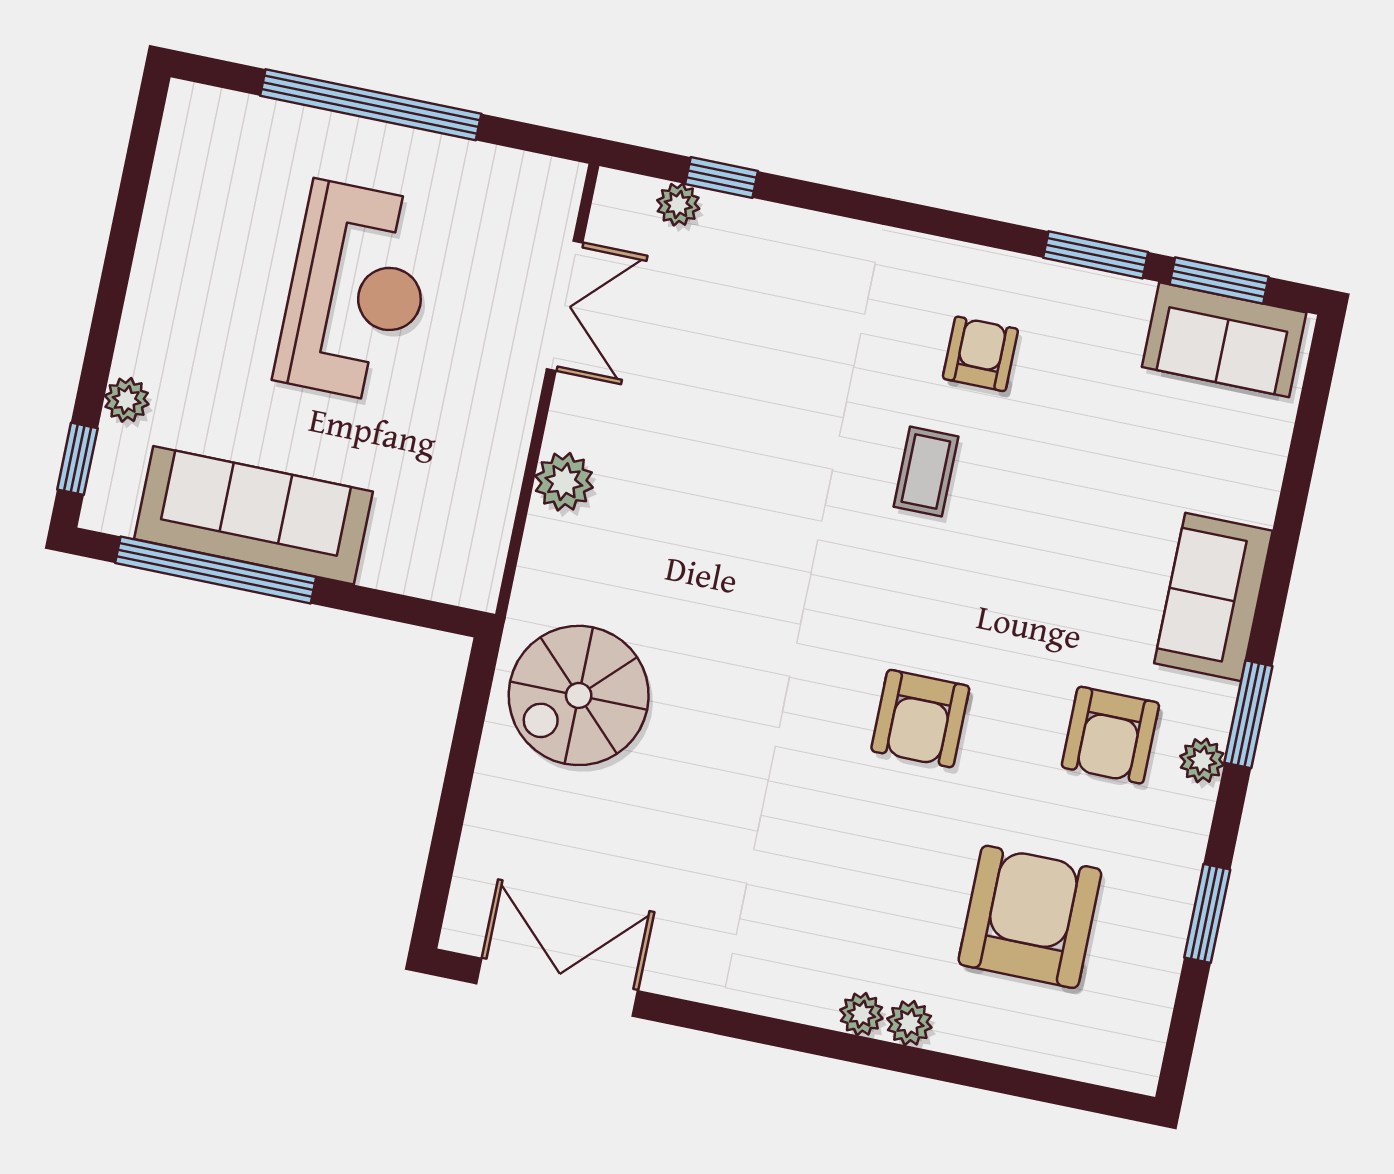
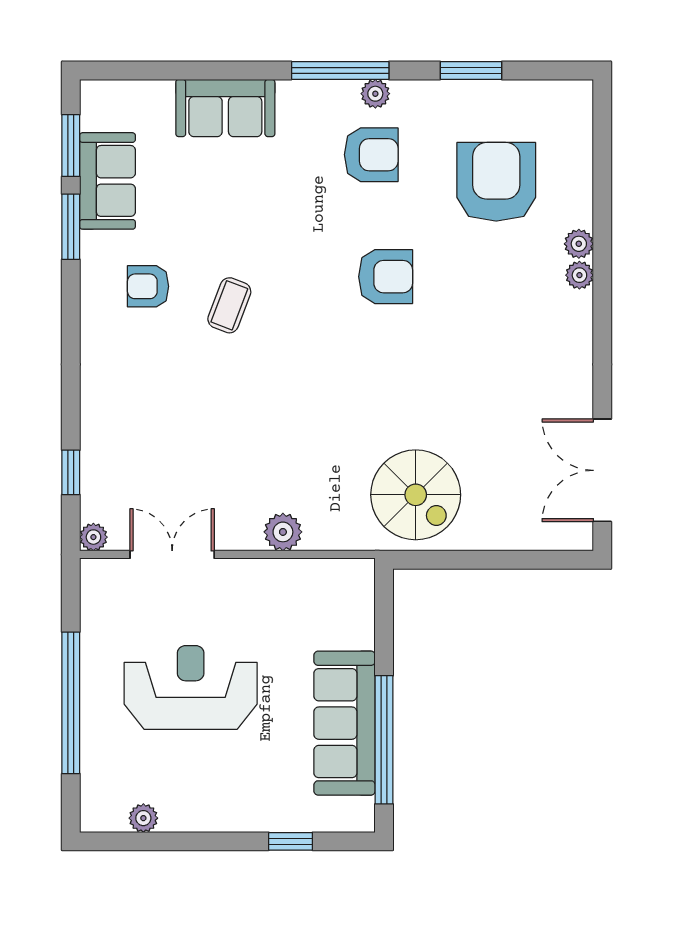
plant: (678, 204) -> (93, 537), moved
sofa: (1224, 340) -> (107, 181), moved
plant: (127, 400) -> (143, 818), moved
window: (77, 459) -> (291, 841), moved
coffee table: (926, 472) -> (229, 305), turned -69
sofa: (1213, 597) -> (225, 108), moved
window: (1248, 714) -> (340, 71), width x1.44
armchair: (1030, 917) -> (496, 182), turned 90

